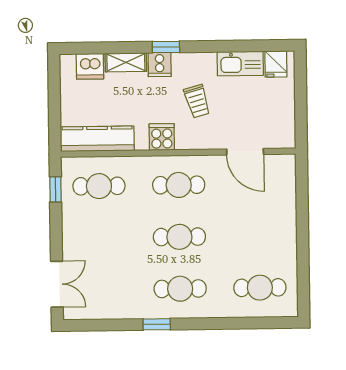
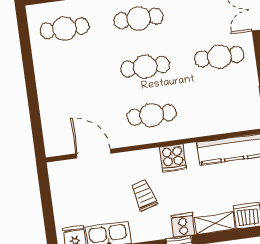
cafe table: (99, 186) -> (219, 57), moved

